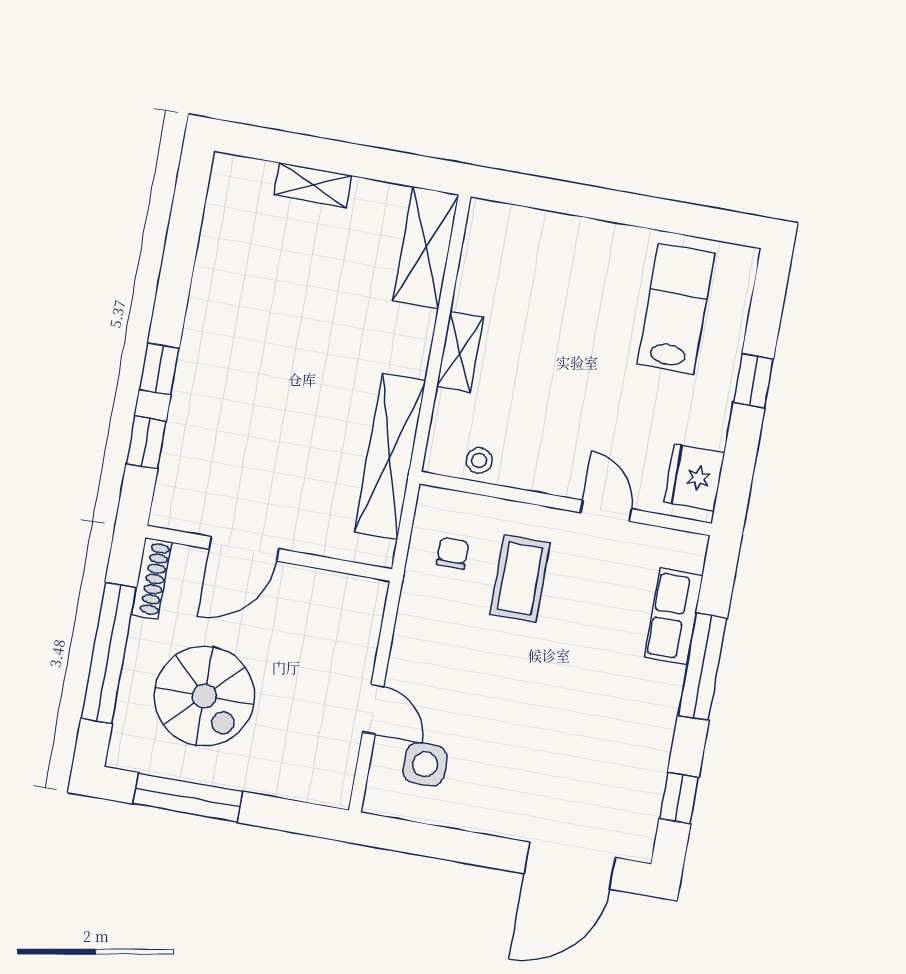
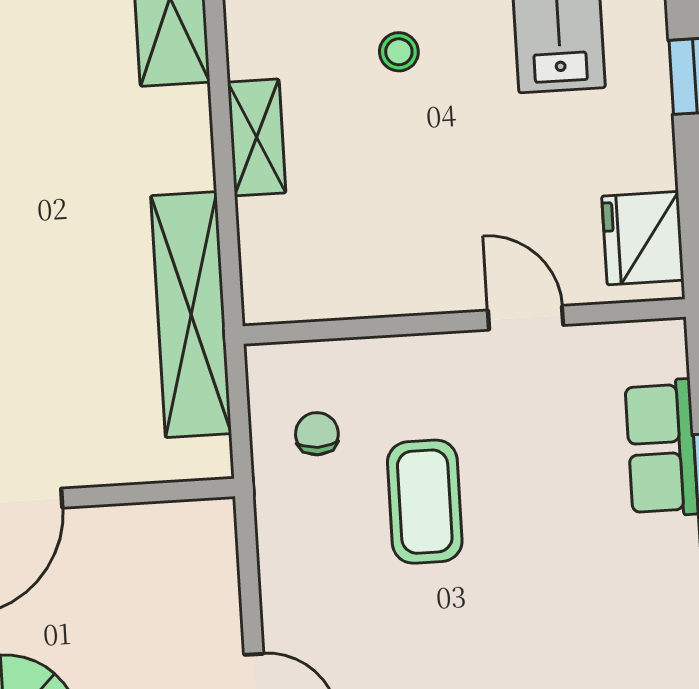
stool: (479, 460) -> (399, 52), moved
coffee table: (520, 578) -> (425, 502), moved

